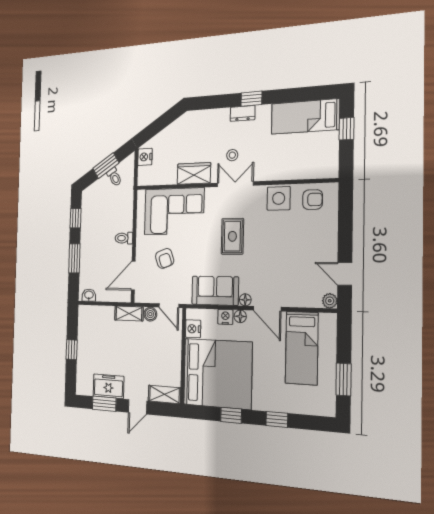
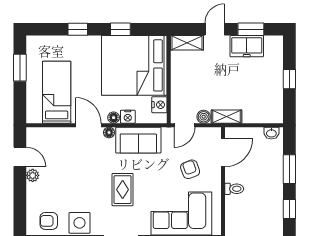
plant: (330, 301) -> (33, 175), moved
door: (169, 306) -> (185, 125), swing flipped

